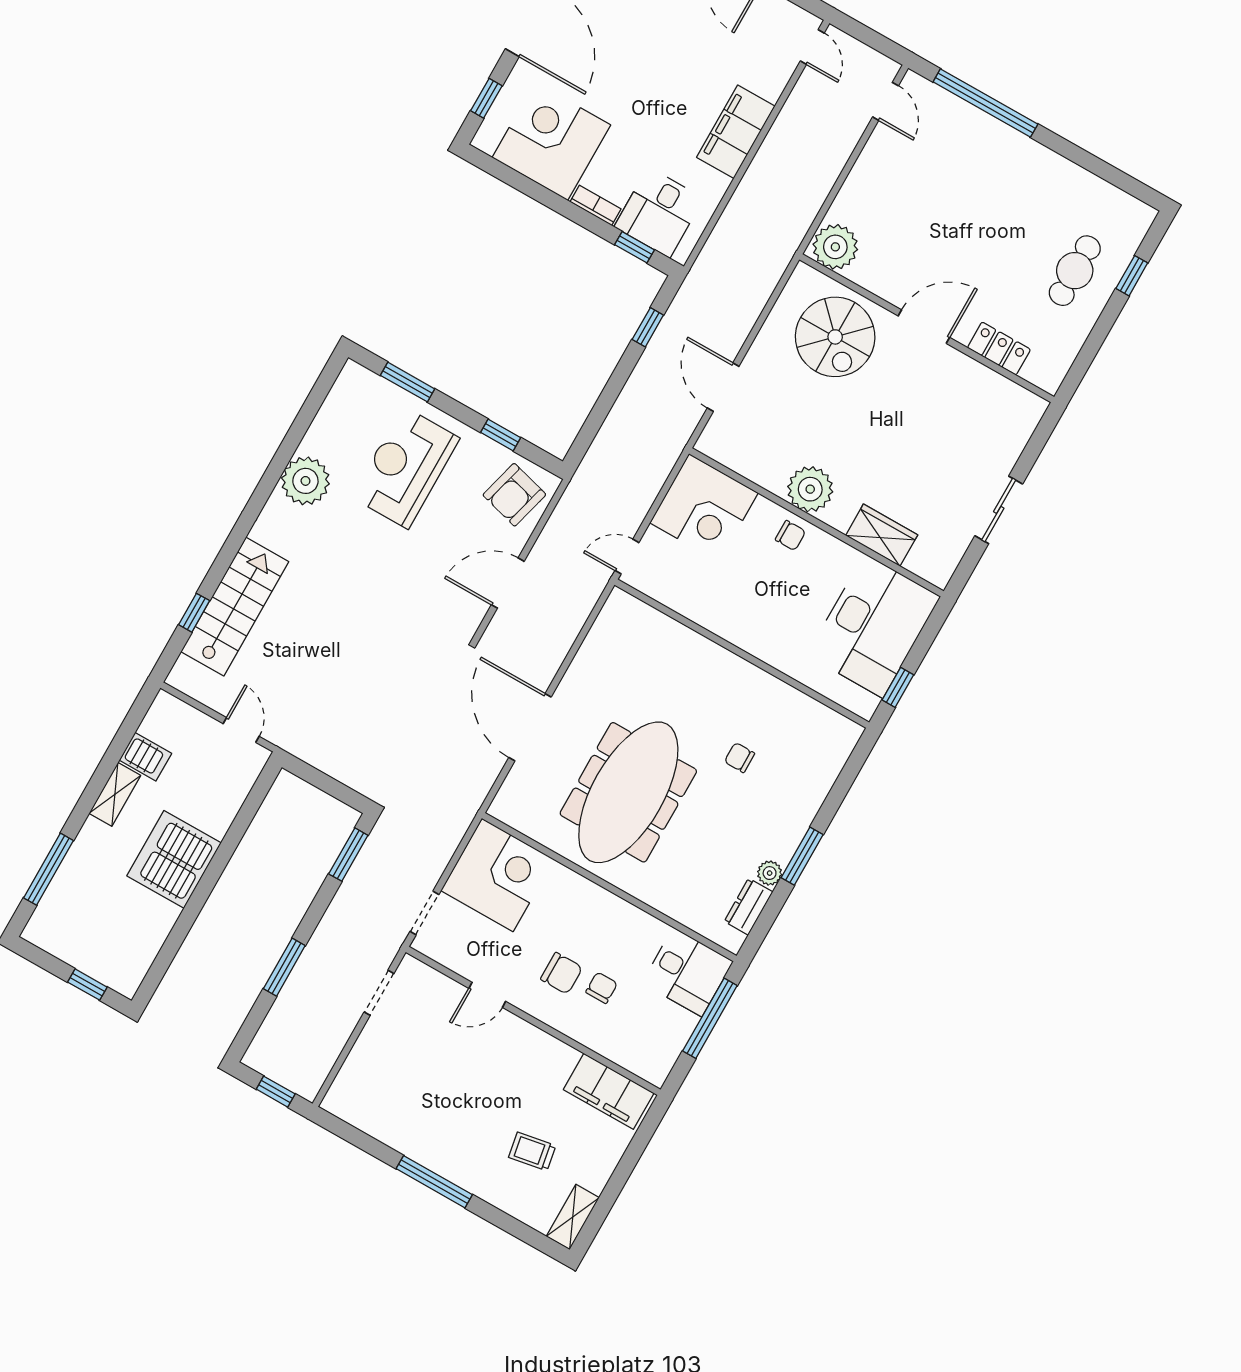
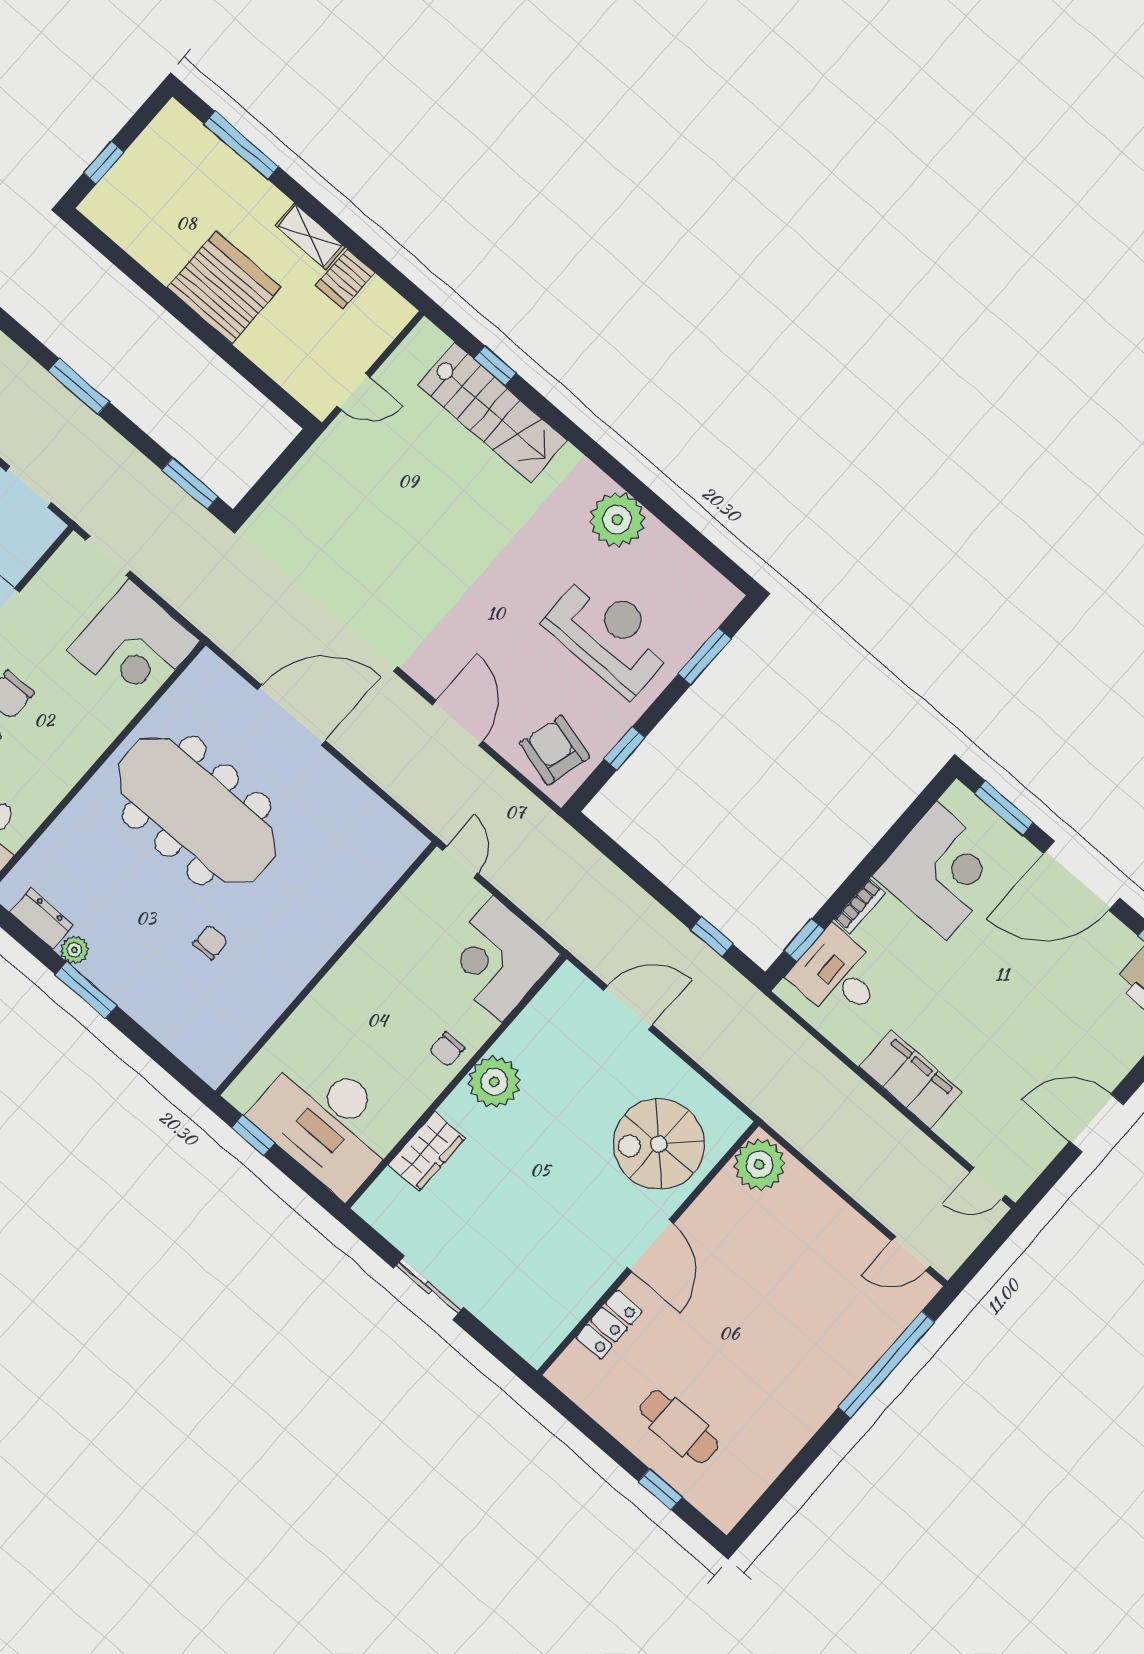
window: (486, 98) -> (1004, 808), width x1.50

